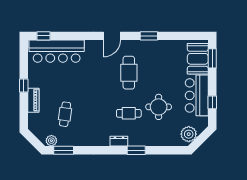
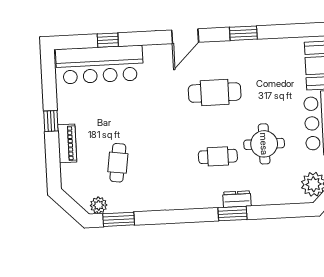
window: (44, 36) -> (108, 40), moved
cafe table: (129, 73) -> (215, 93), turned 90
dresser: (119, 141) -> (237, 199), moved

